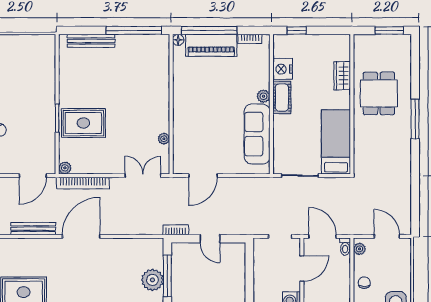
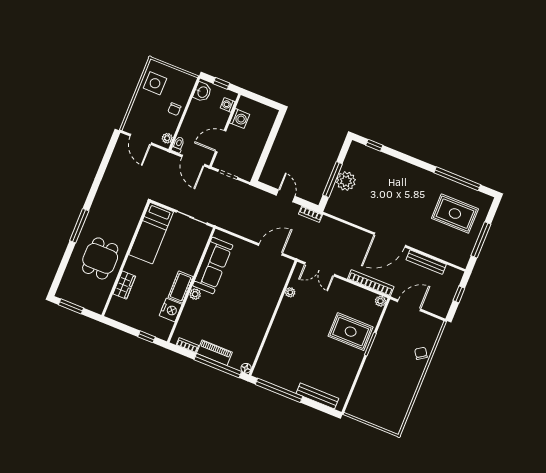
piano: (211, 45) -> (214, 353), width x0.73, depth x0.75

